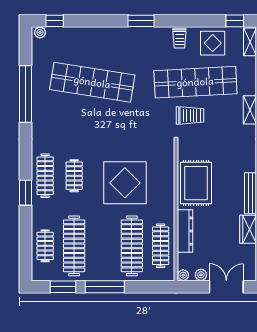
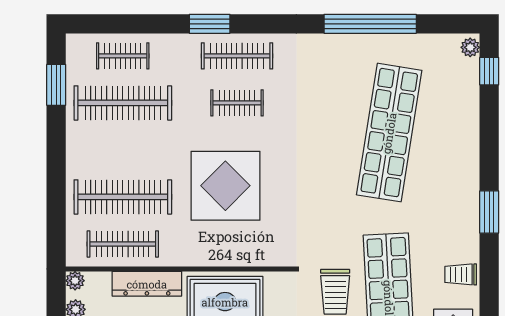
window: (105, 287) -> (56, 153), removed

